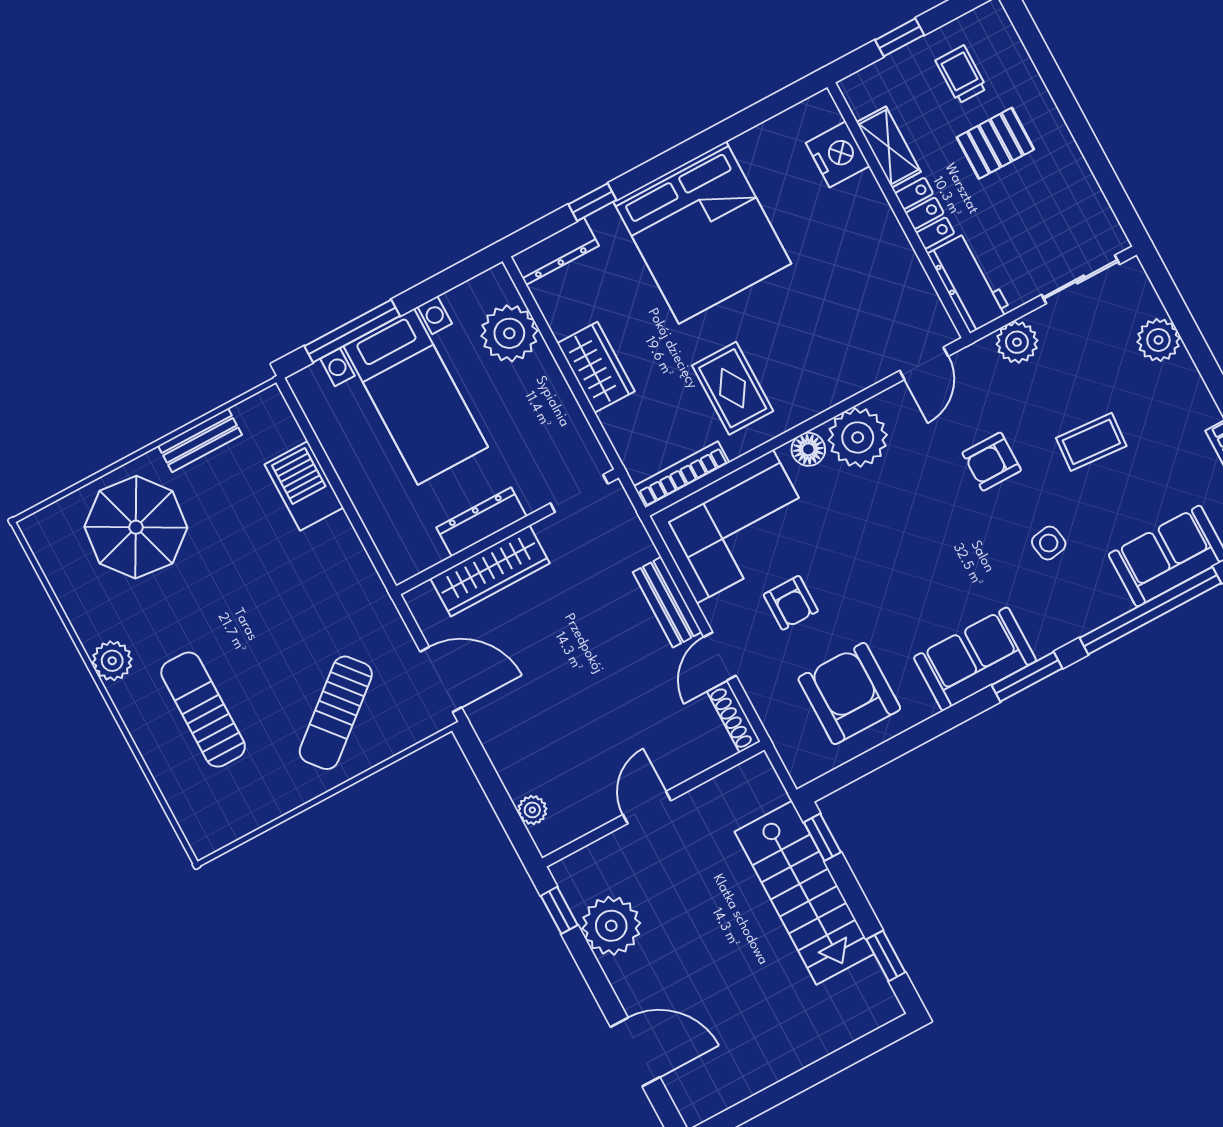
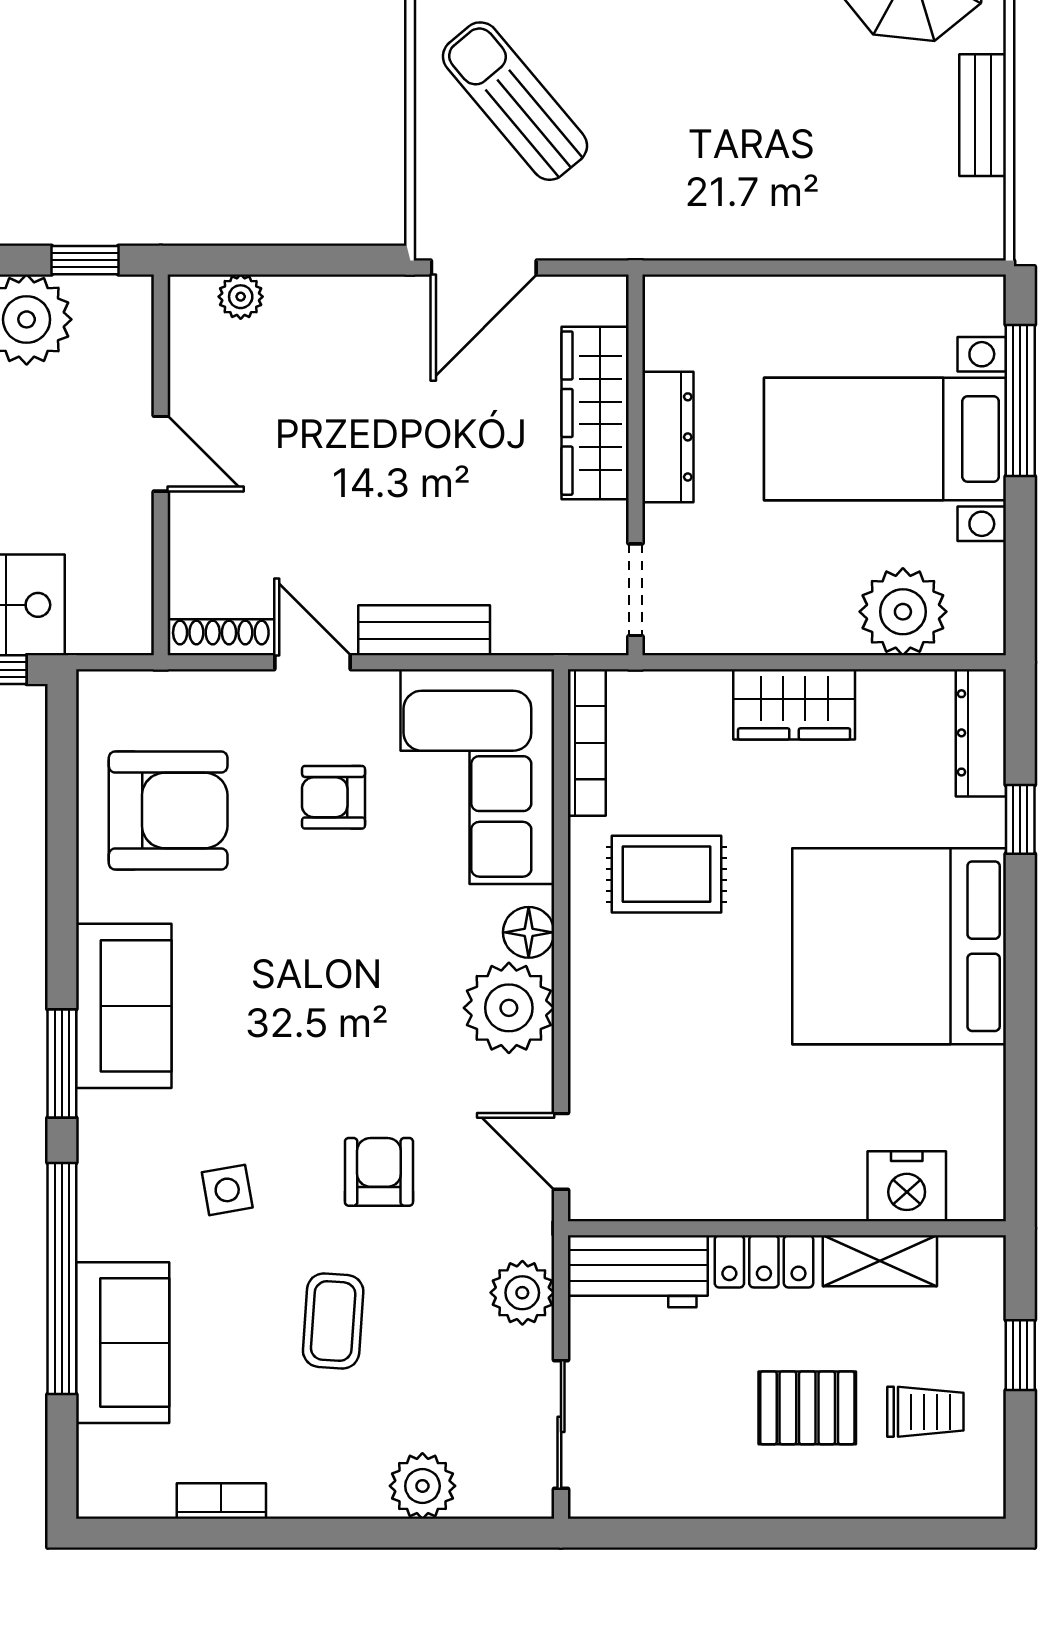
pallet: (995, 143) -> (807, 1408), turned 90
barbecue: (304, 486) -> (845, 223), removed

